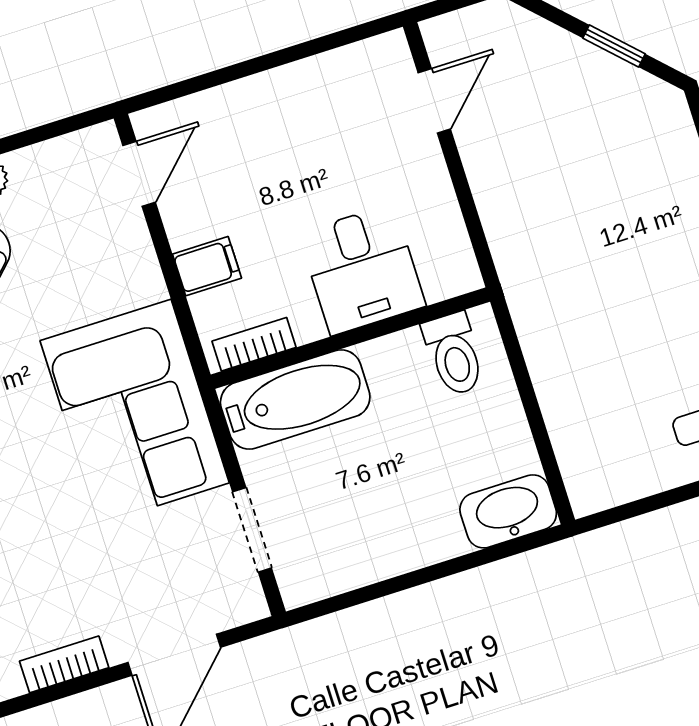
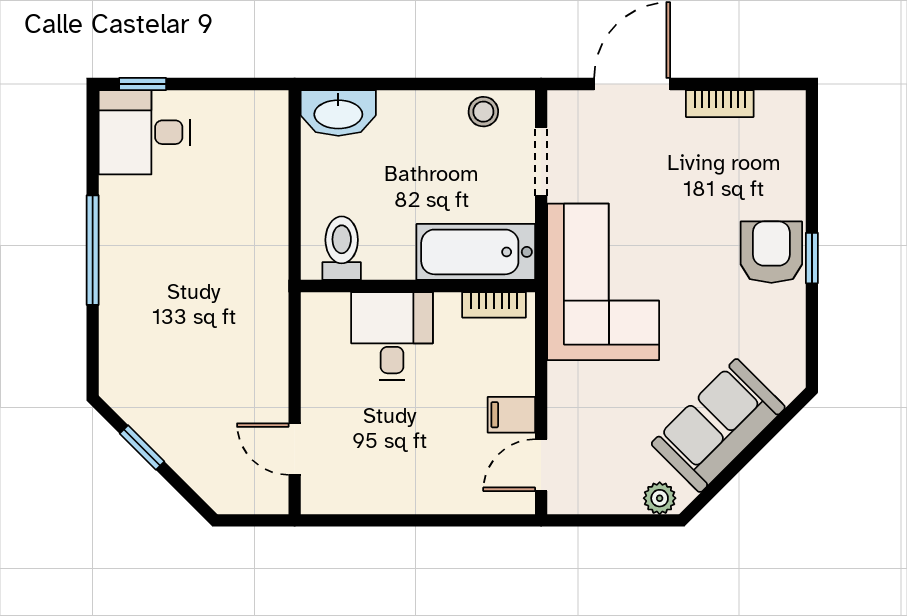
door: (434, 101) -> (295, 449), hinge flipped
filing cabinet: (207, 266) -> (511, 415), moved
stool: (338, 567) -> (483, 112), added

